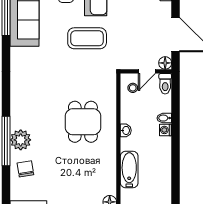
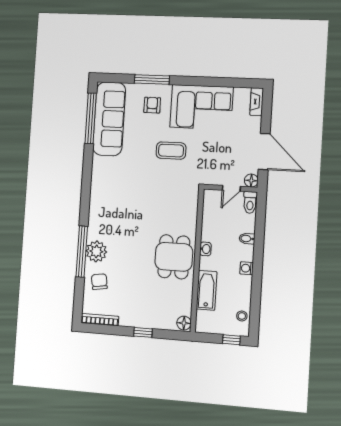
coffee table: (87, 38) -> (171, 151), width x0.73, depth x0.76
stool: (133, 88) -> (242, 316), moved
dining table: (83, 122) -> (174, 257), moved
washing machine: (166, 130) -> (247, 268), moved

